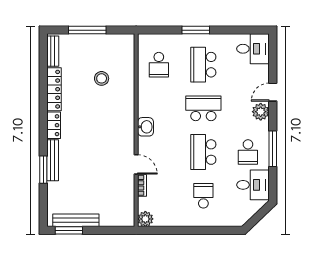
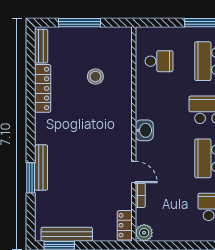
school desk: (159, 65) -> (159, 61), turned -90
locker: (54, 125) -> (125, 225), moved, turned 180

